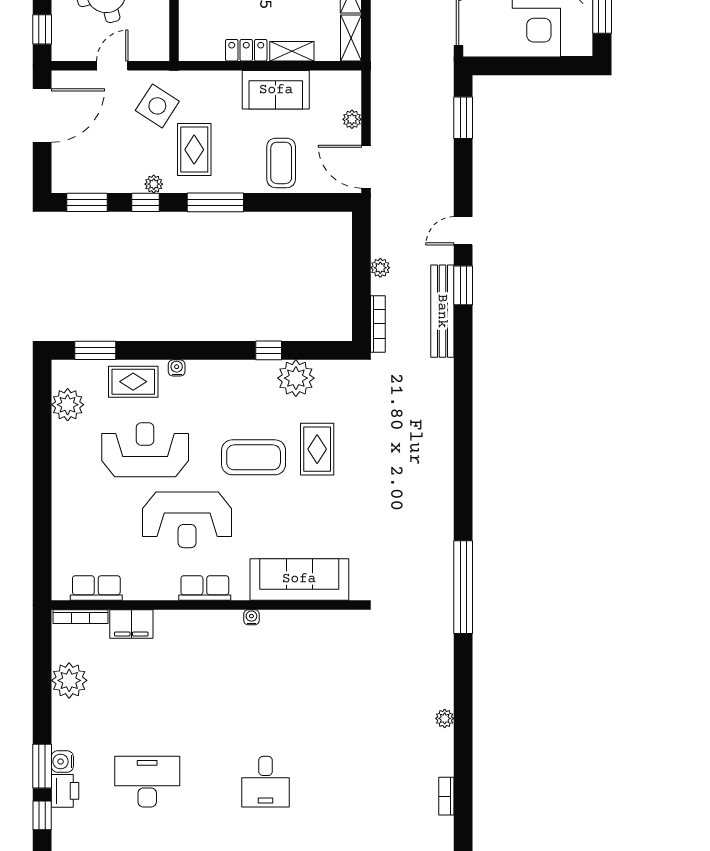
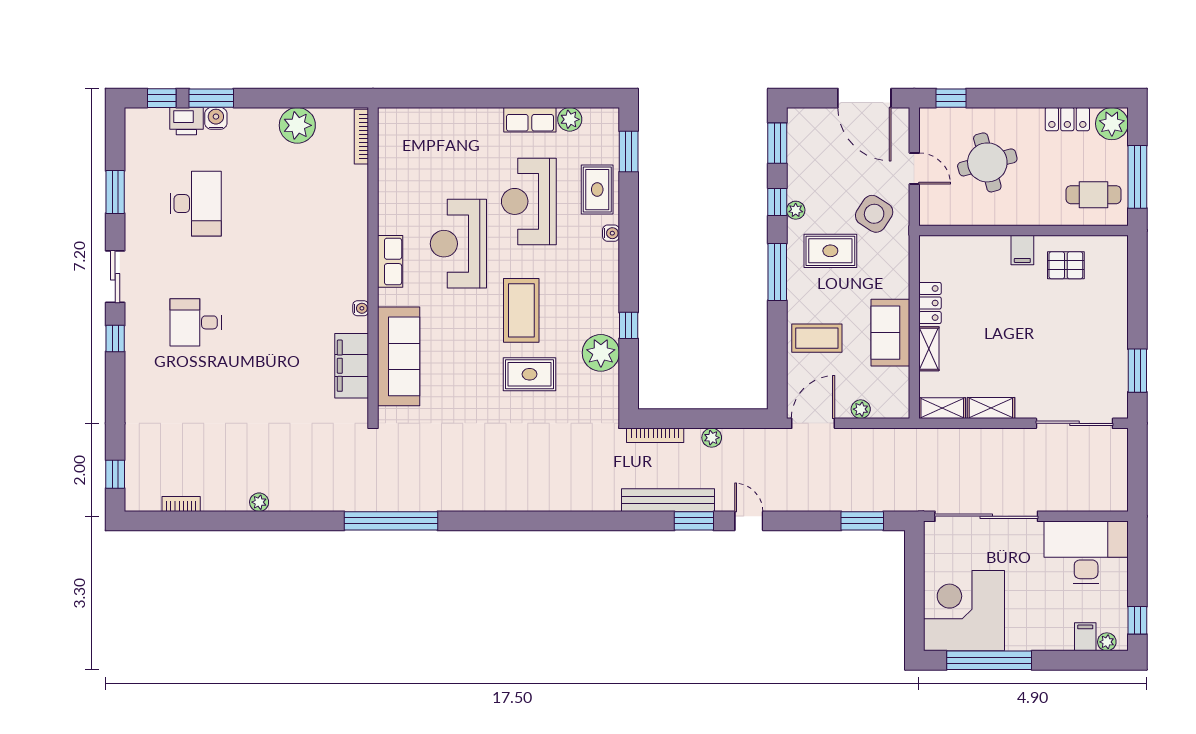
plant: (68, 405) -> (570, 119), width x0.73, depth x0.73
reception desk: (145, 450) -> (529, 201), turned 180
row of seats: (96, 588) -> (530, 120), moved, turned 90
filing cabinet: (131, 624) -> (352, 366), moved, width x1.50, depth x1.17

